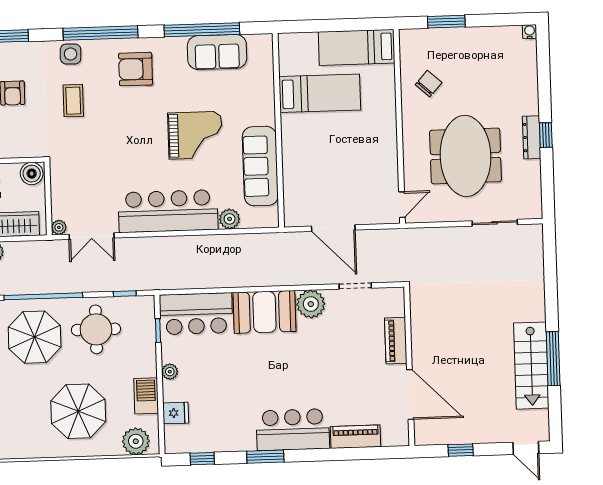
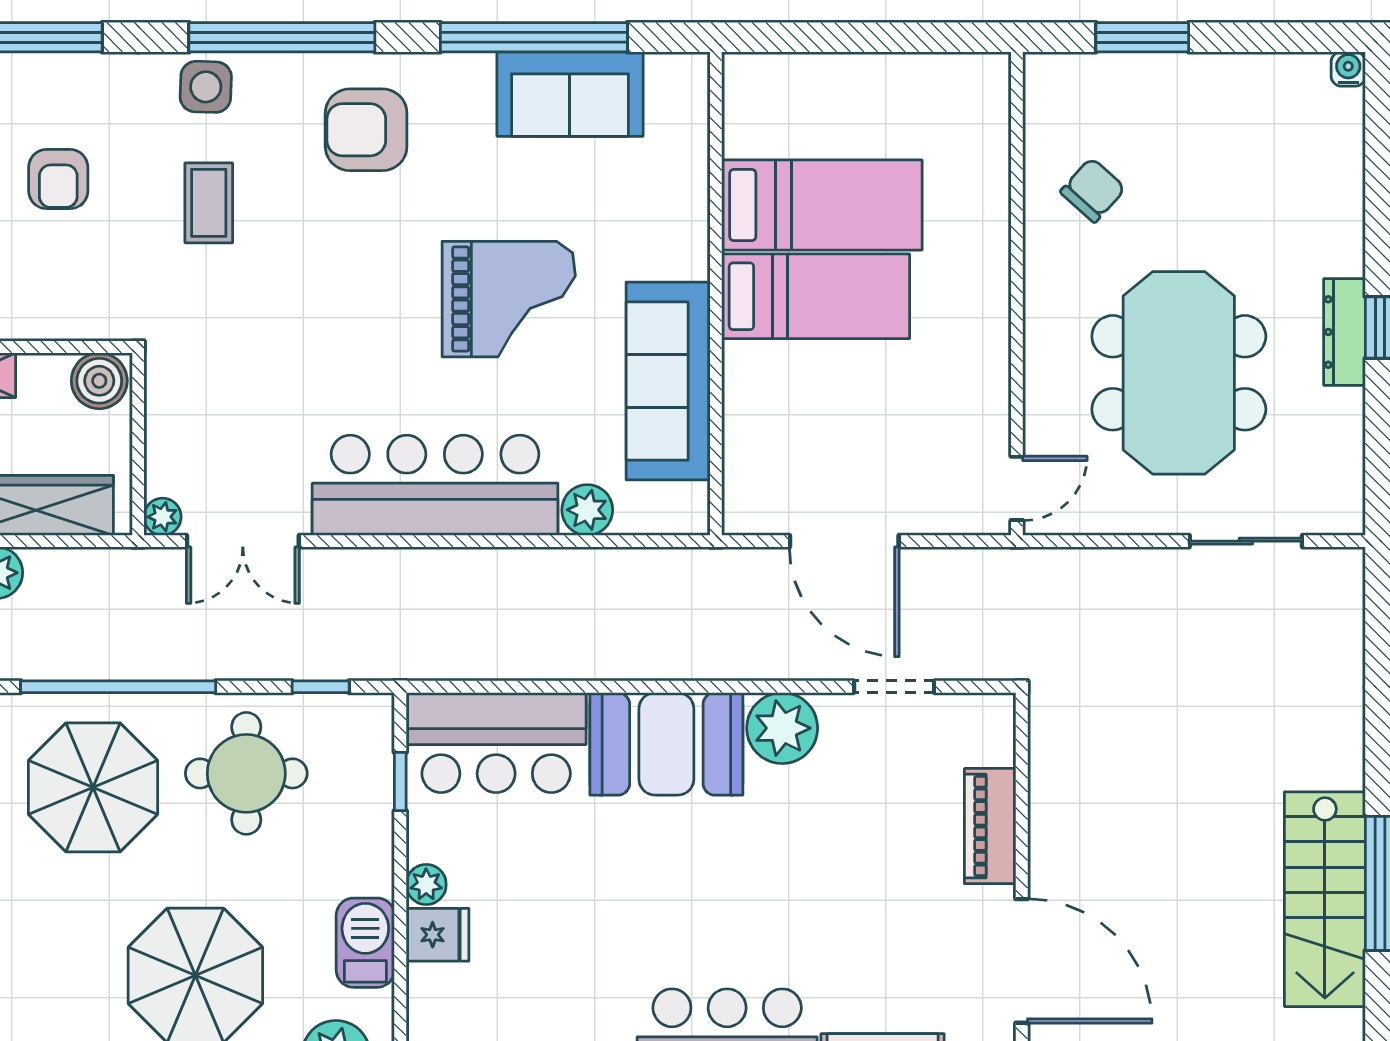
bed: (357, 47) -> (816, 296), moved, turned 180
fridge: (176, 413) -> (438, 935), moved

